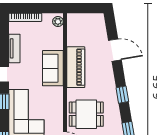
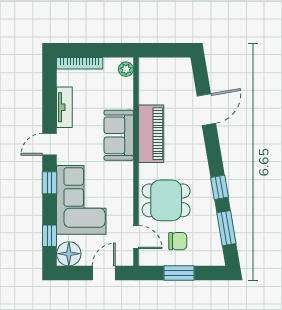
door: (115, 50) -> (206, 110), hinge flipped
window: (122, 95) -> (219, 187), moved

